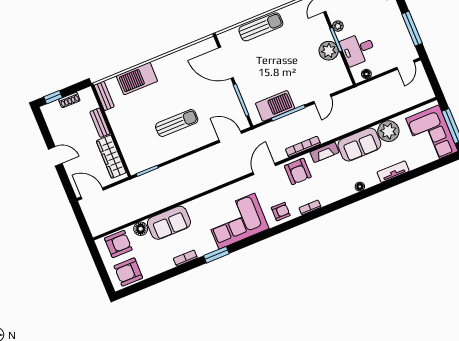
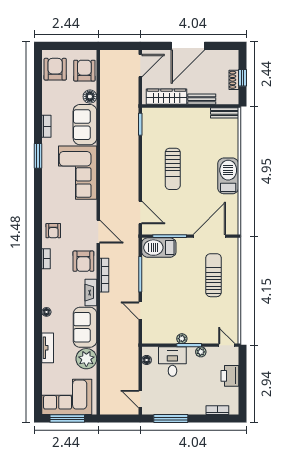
sun lounger: (261, 27) -> (214, 275), moved, turned 180
plant: (329, 51) -> (182, 339), width x0.53, depth x0.53
barbecue: (137, 78) -> (228, 176), moved
window: (53, 97) -> (242, 78), moved
barbecue: (275, 106) -> (159, 248), moved, turned 90
door: (230, 137) -> (140, 213), hinge flipped
door: (55, 156) -> (188, 46), width x1.88
armchair: (298, 171) -> (83, 261), turned -90
corner sofa: (237, 221) -> (78, 173), moved, turned 180
armchair: (118, 244) -> (84, 71), turned 180

